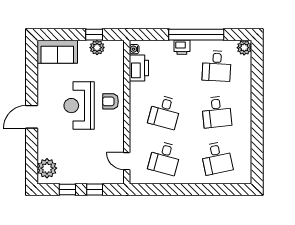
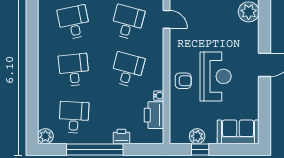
printer: (182, 47) -> (121, 137), moved
water cooler: (134, 49) -> (159, 96), moved

